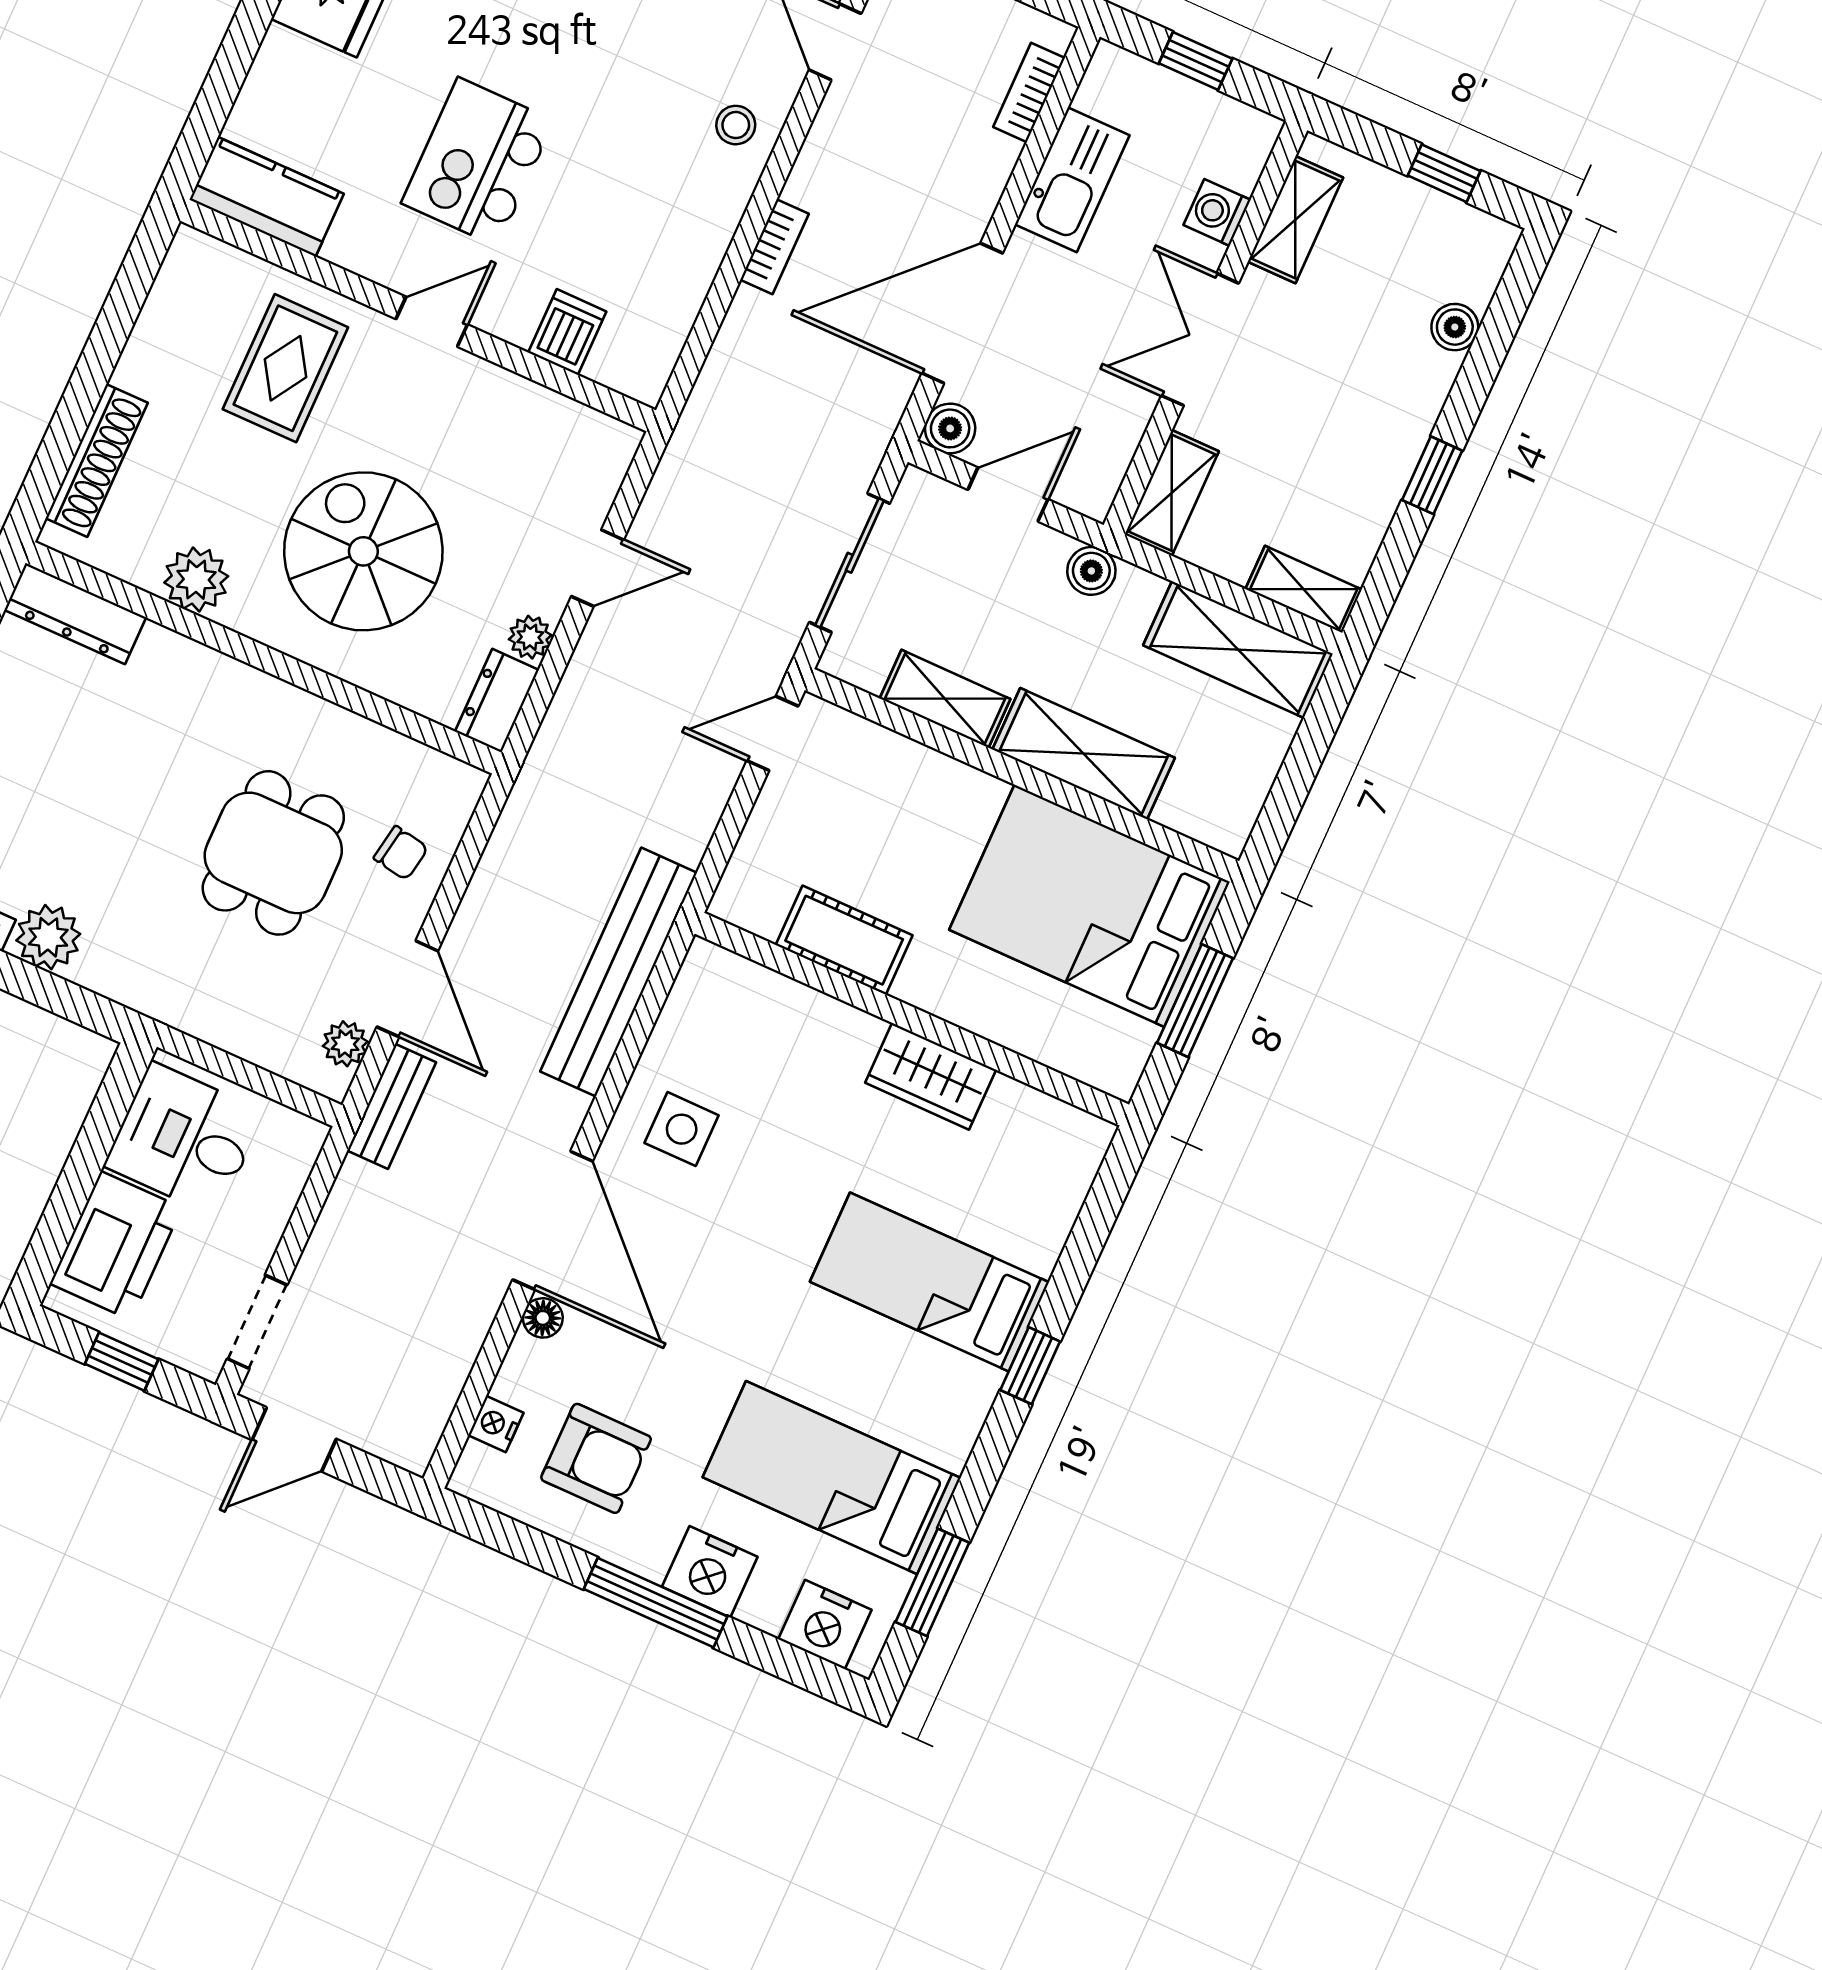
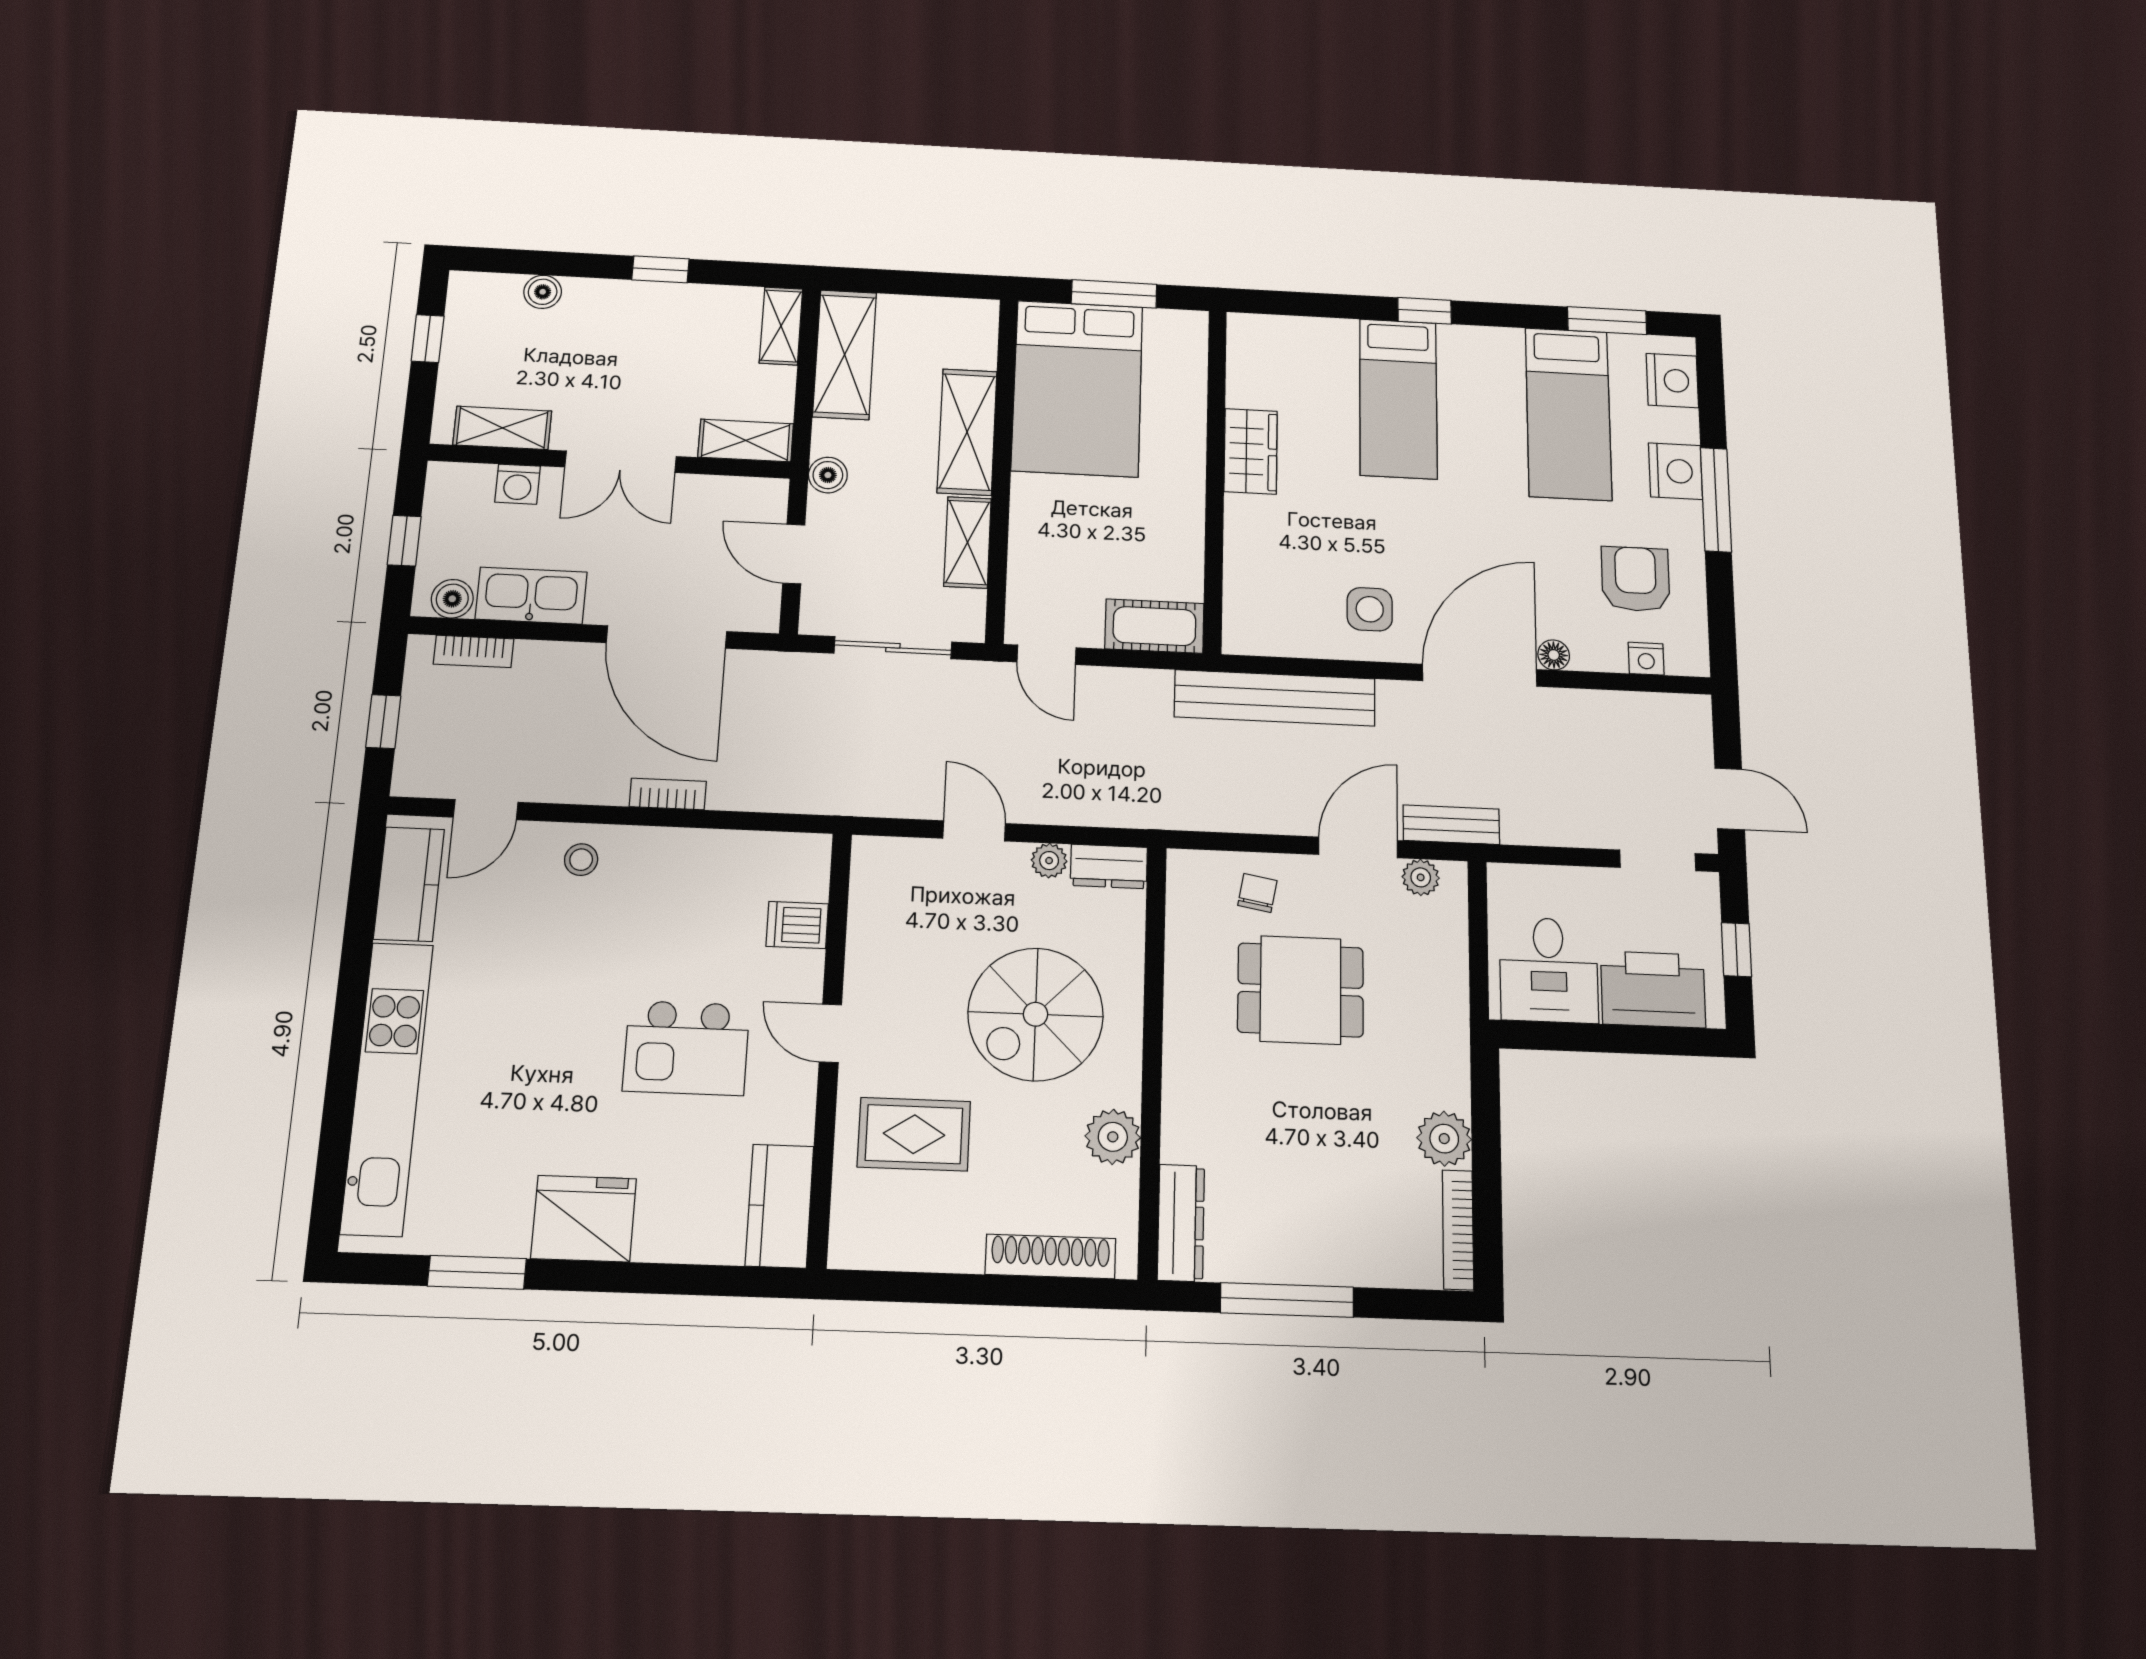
boiler: (950, 428) -> (452, 599), moved
cot: (844, 940) -> (1154, 626), moved, turned 90

